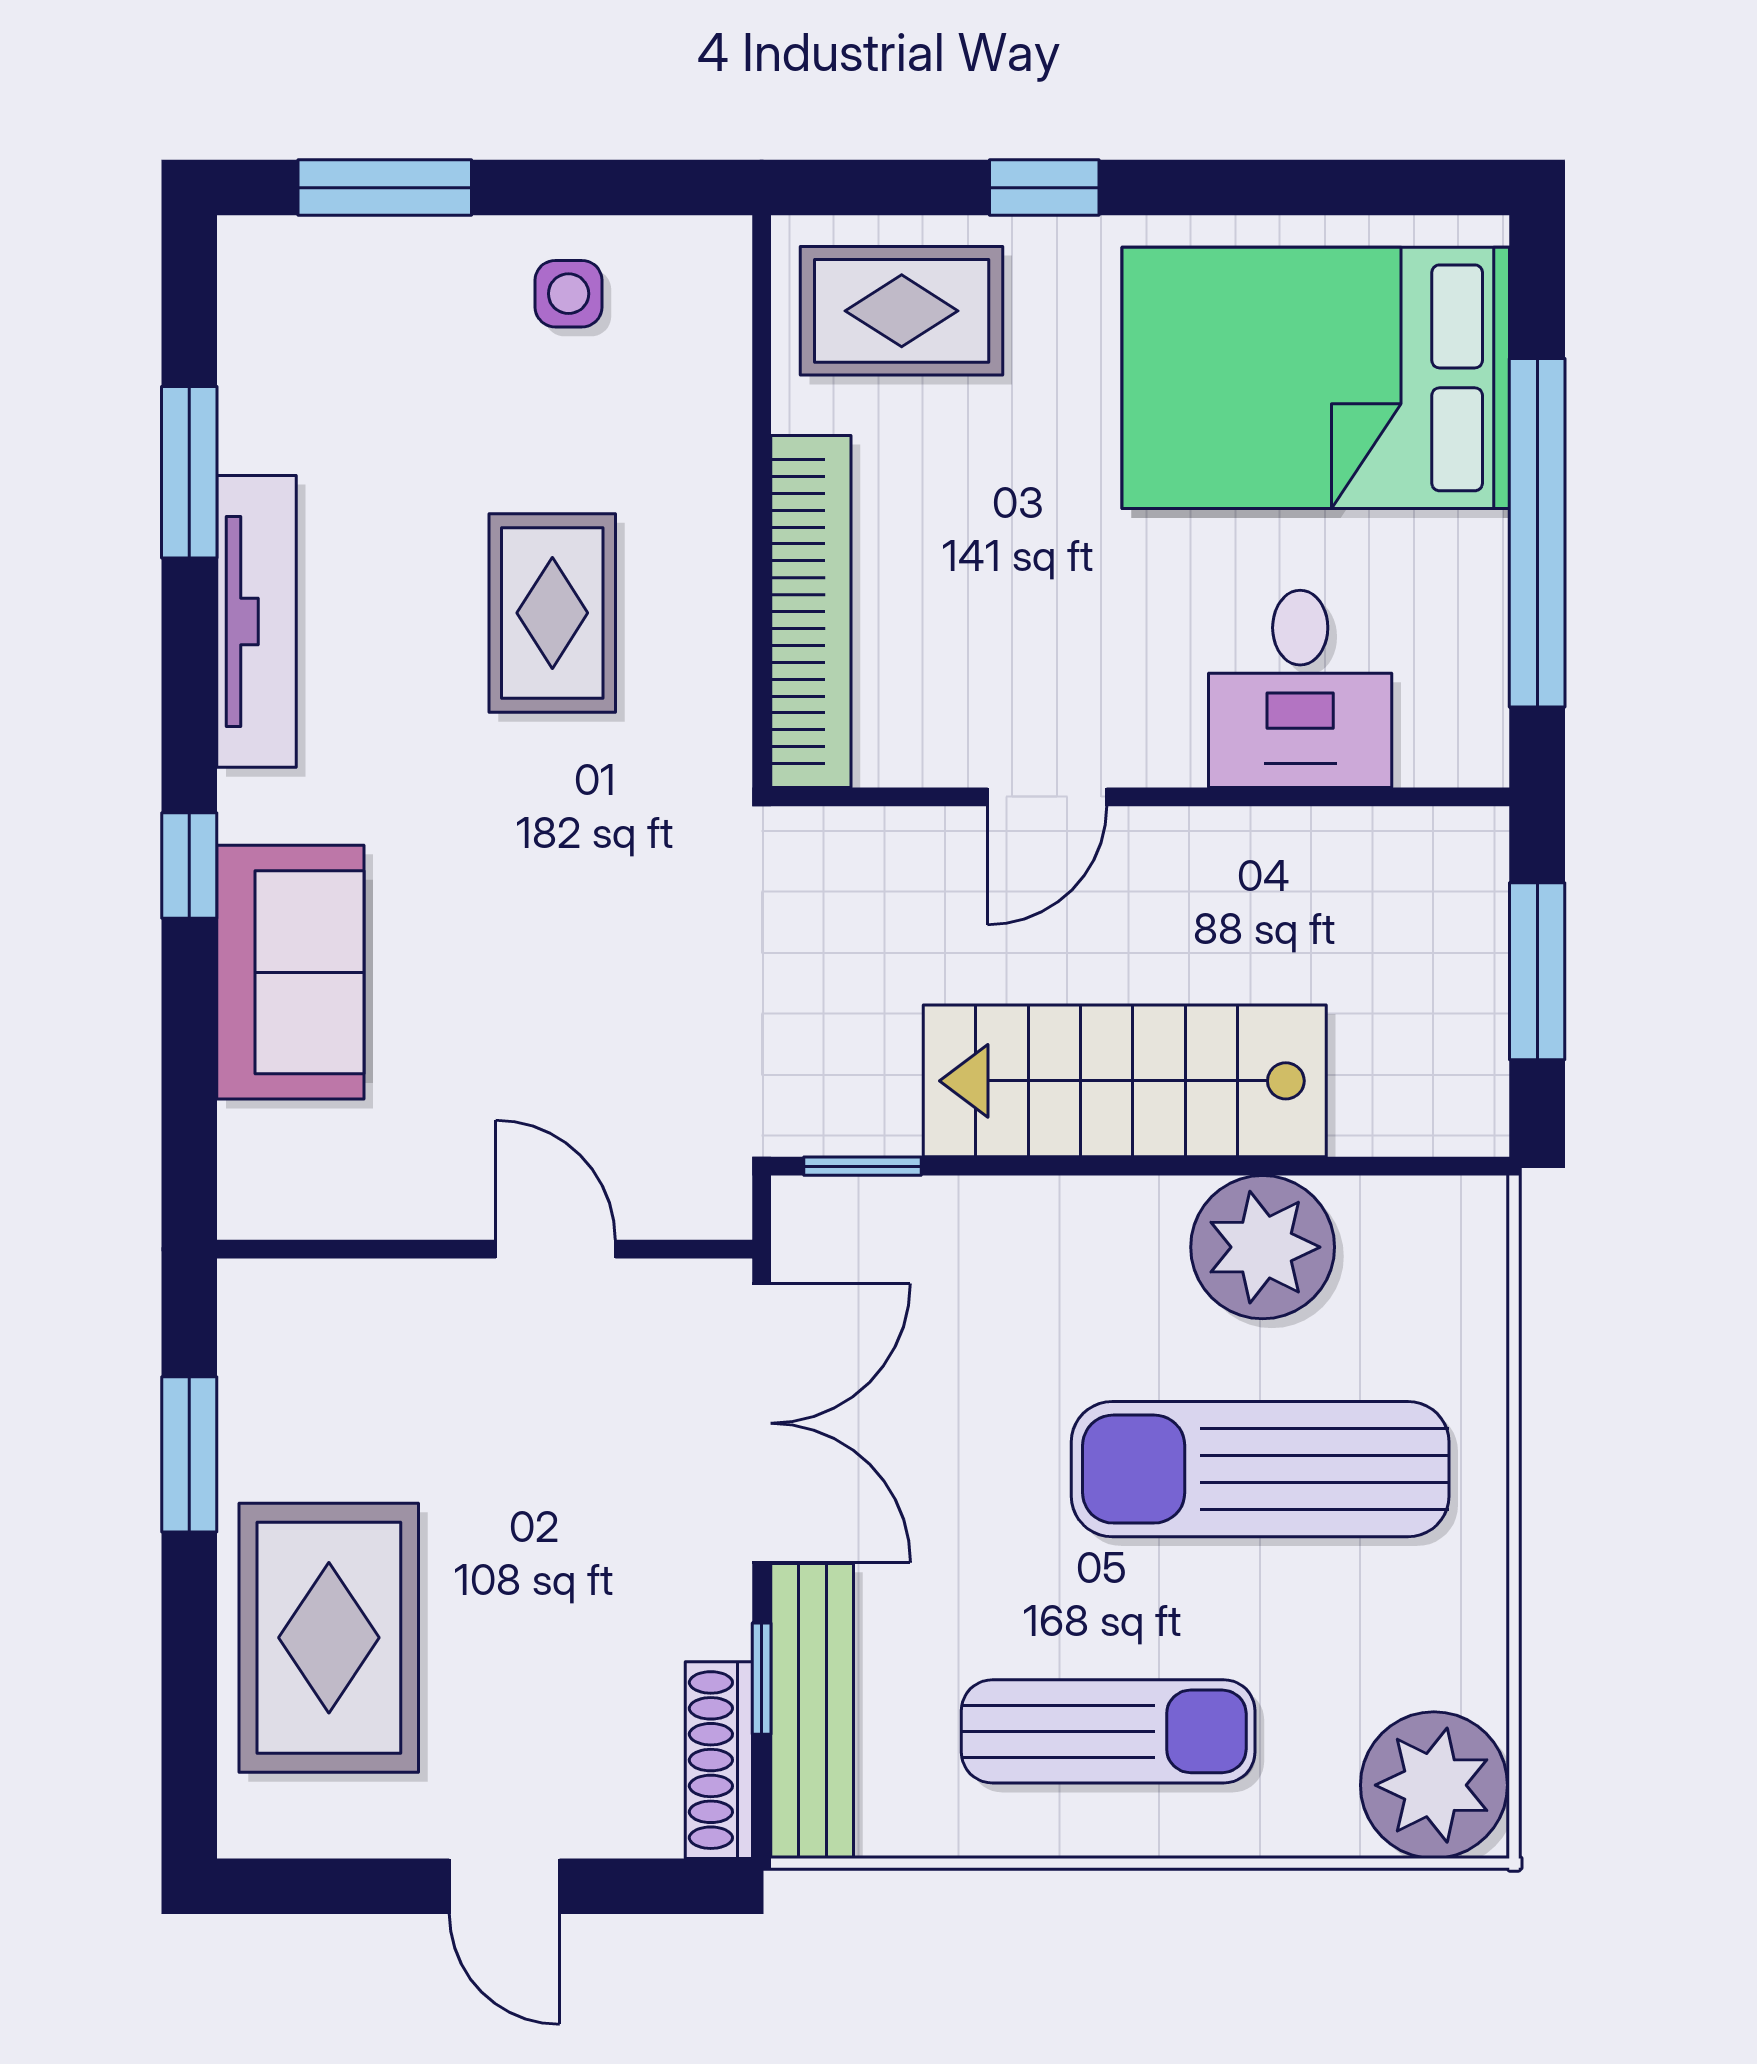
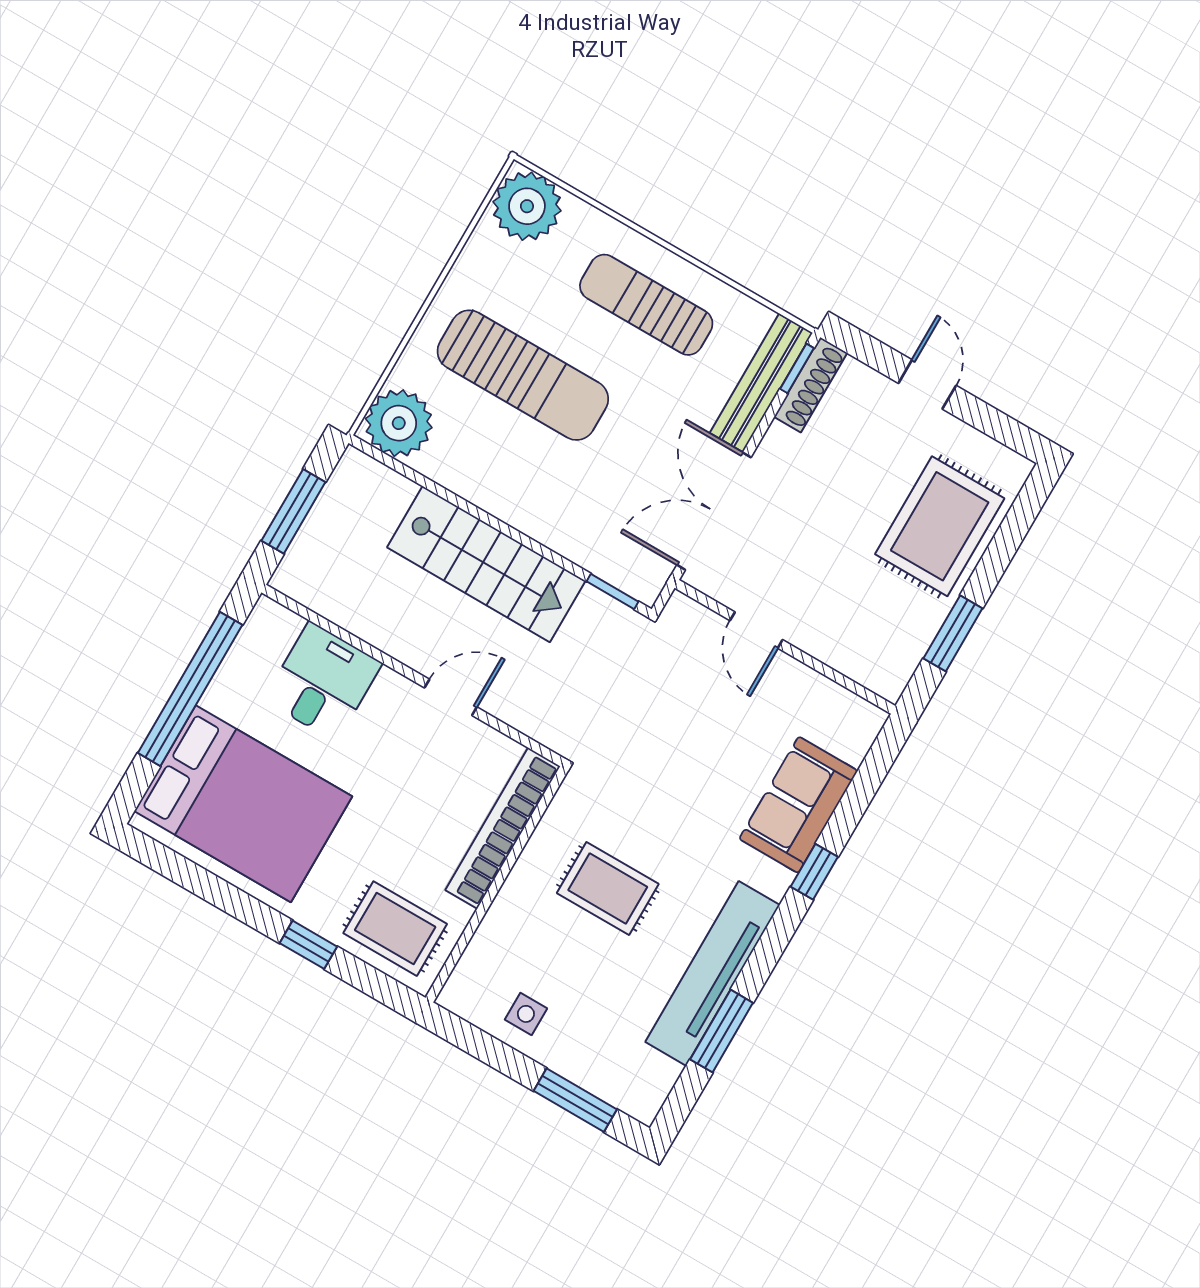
rug: (552, 613) -> (608, 888), turned 90
tv unit: (256, 621) -> (712, 973), width x1.36, depth x1.29
plant: (1263, 1247) -> (399, 423), moved
window: (762, 1679) -> (797, 368), moved

